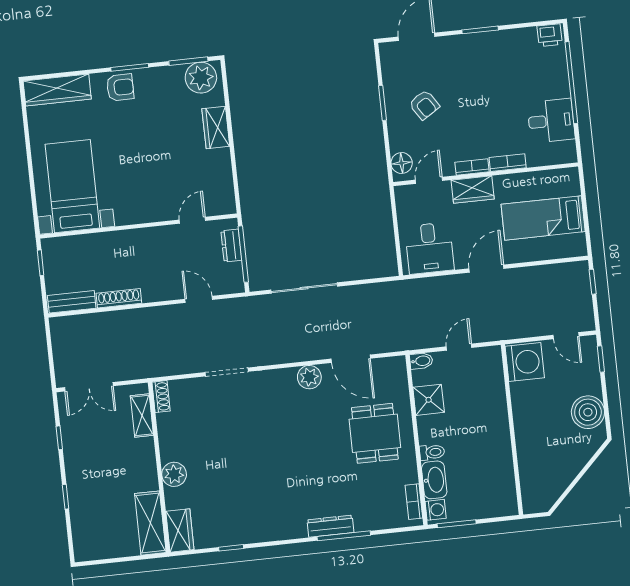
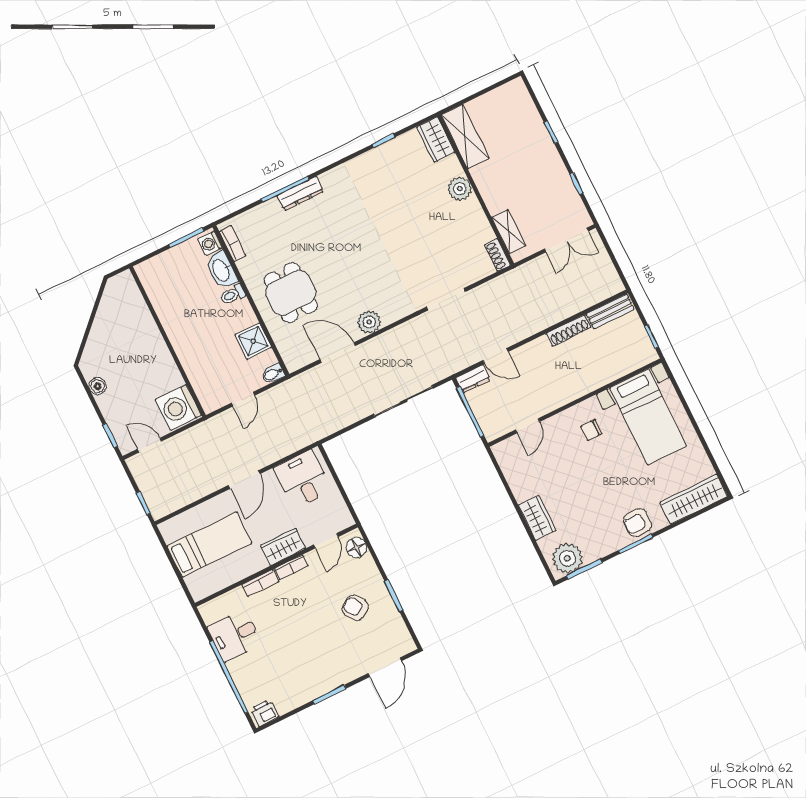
chair: (132, 193) -> (592, 430), added
dresser: (231, 246) -> (473, 379), moved, turned 90
double door: (89, 387) -> (566, 240), swing flipped
boiler: (588, 412) -> (98, 386), width x0.54, depth x0.54

